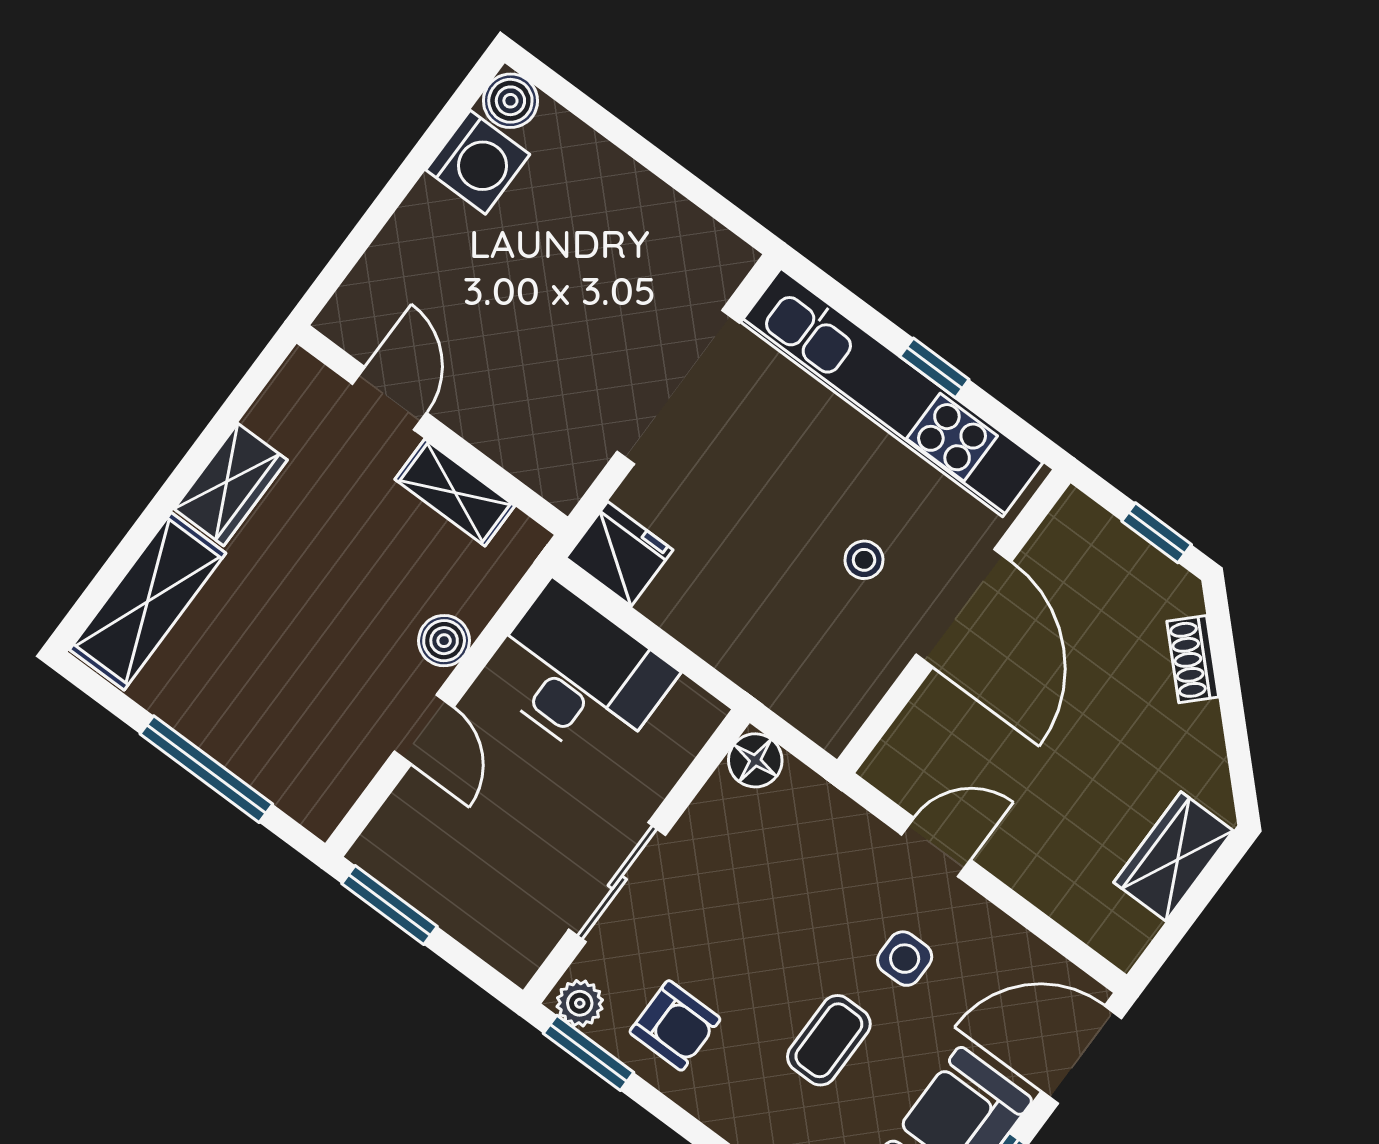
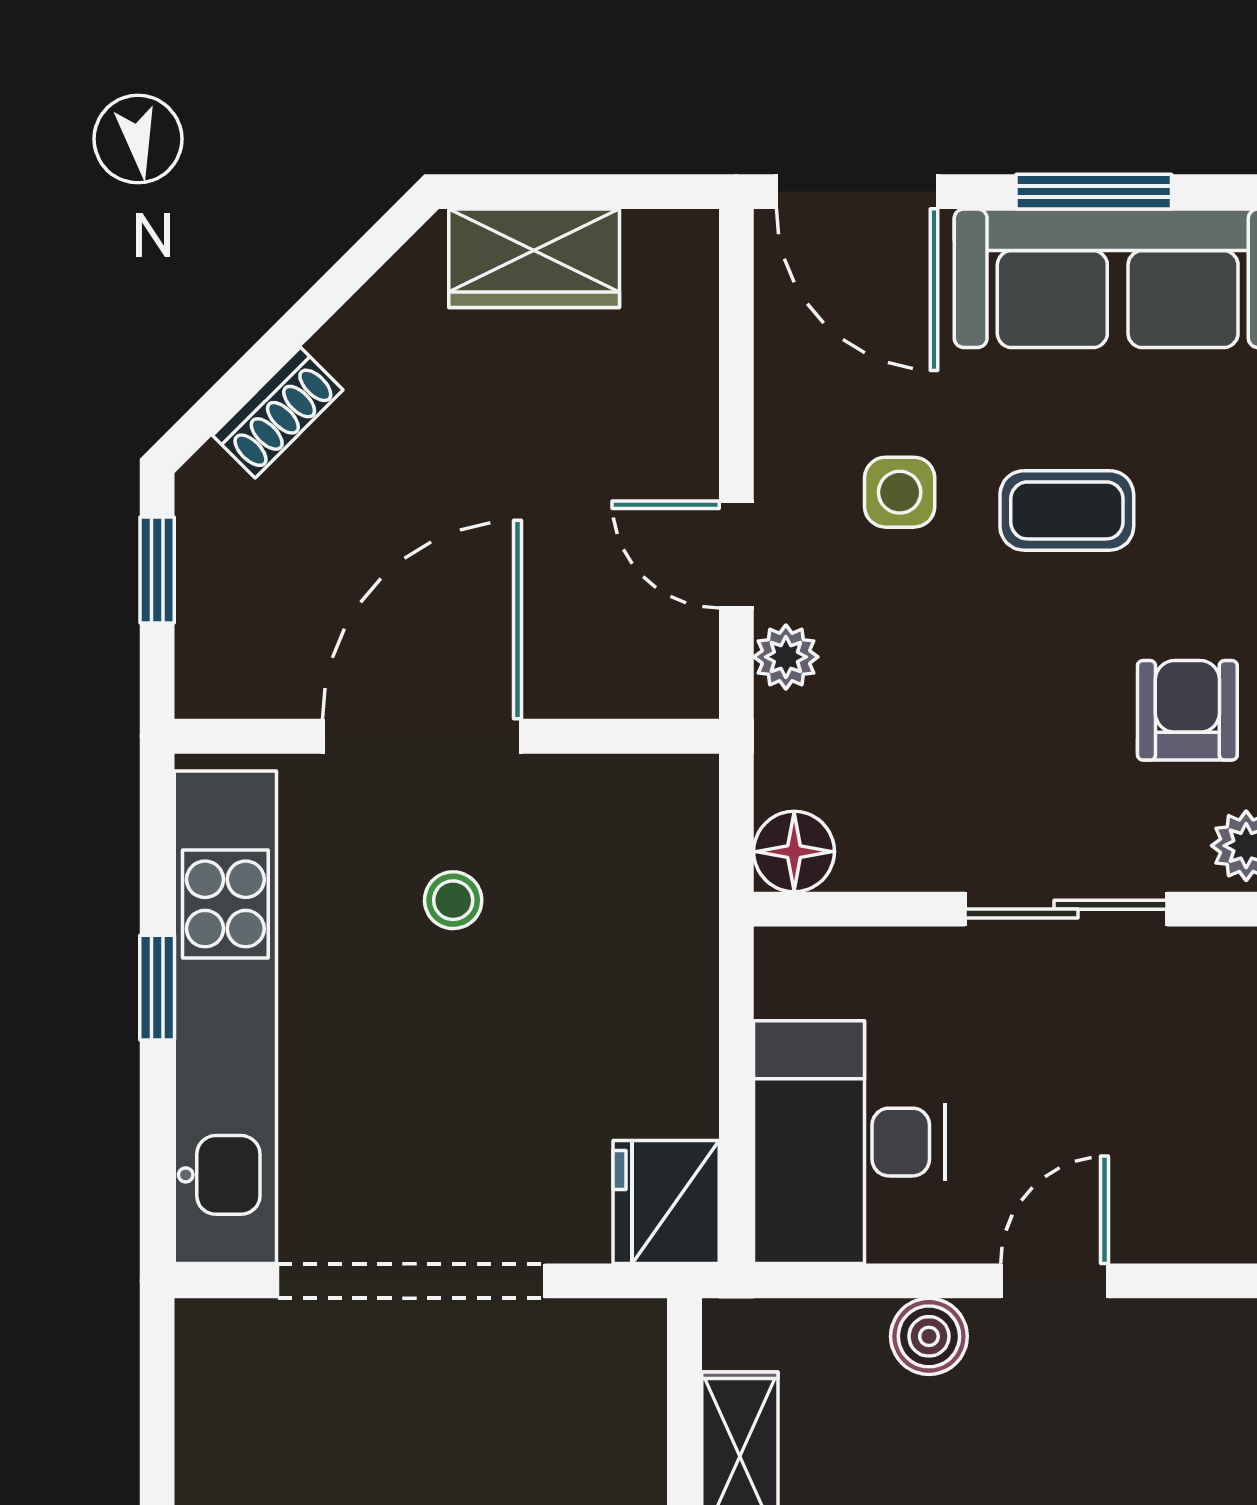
plant: (862, 833) -> (786, 657), added

